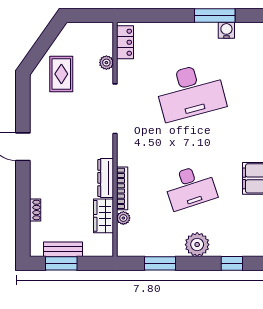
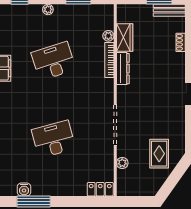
locker: (125, 42) -> (100, 189), moved, turned 90
desk: (190, 92) -> (54, 139), width x0.73, depth x0.77
plant: (197, 245) -> (48, 9), width x0.53, depth x0.53
bench: (63, 249) -> (169, 10), moved

